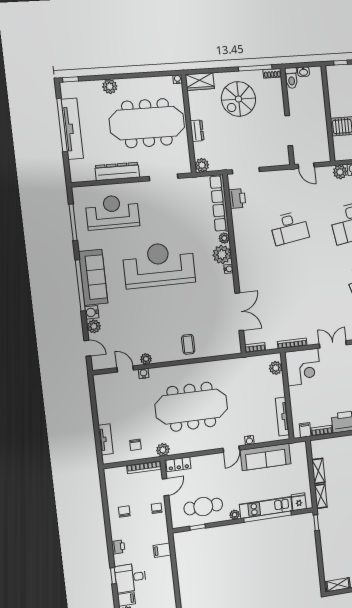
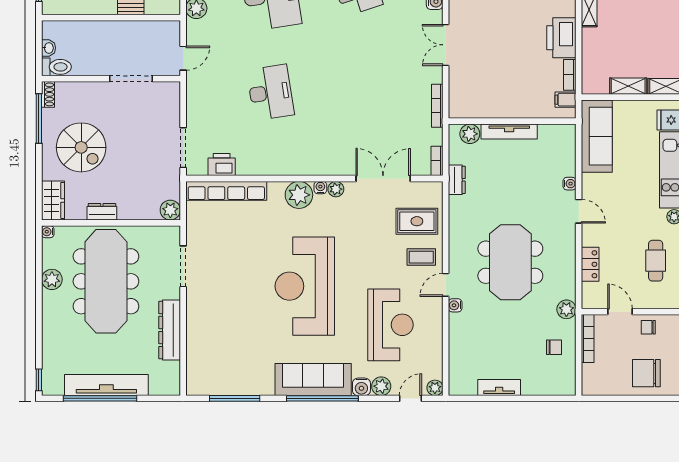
plant: (110, 86) -> (52, 279), moved
dresser: (197, 131) -> (102, 212), moved
reception desk: (112, 212) -> (390, 325), moved, turned 180
plant: (224, 238) -> (336, 189), moved
rug: (213, 338) -> (417, 221), added
plant: (146, 359) -> (435, 388), moved
dresser: (244, 363) -> (457, 180), added
corner desk: (303, 367) -> (473, 93), removed
door: (125, 369) -> (446, 285), moved
water cooler: (144, 374) -> (455, 305), moved
meeting table: (191, 407) -> (510, 262), width x0.73
tv unit: (282, 417) -> (509, 132), moved
tv unit: (106, 439) -> (499, 388), moved
sofa: (266, 457) -> (597, 136), moved
locker: (178, 464) -> (590, 264), moved
cafe table: (203, 507) -> (656, 261), width x0.73, depth x0.74
chair: (124, 512) -> (646, 373), width x1.87, depth x1.87

